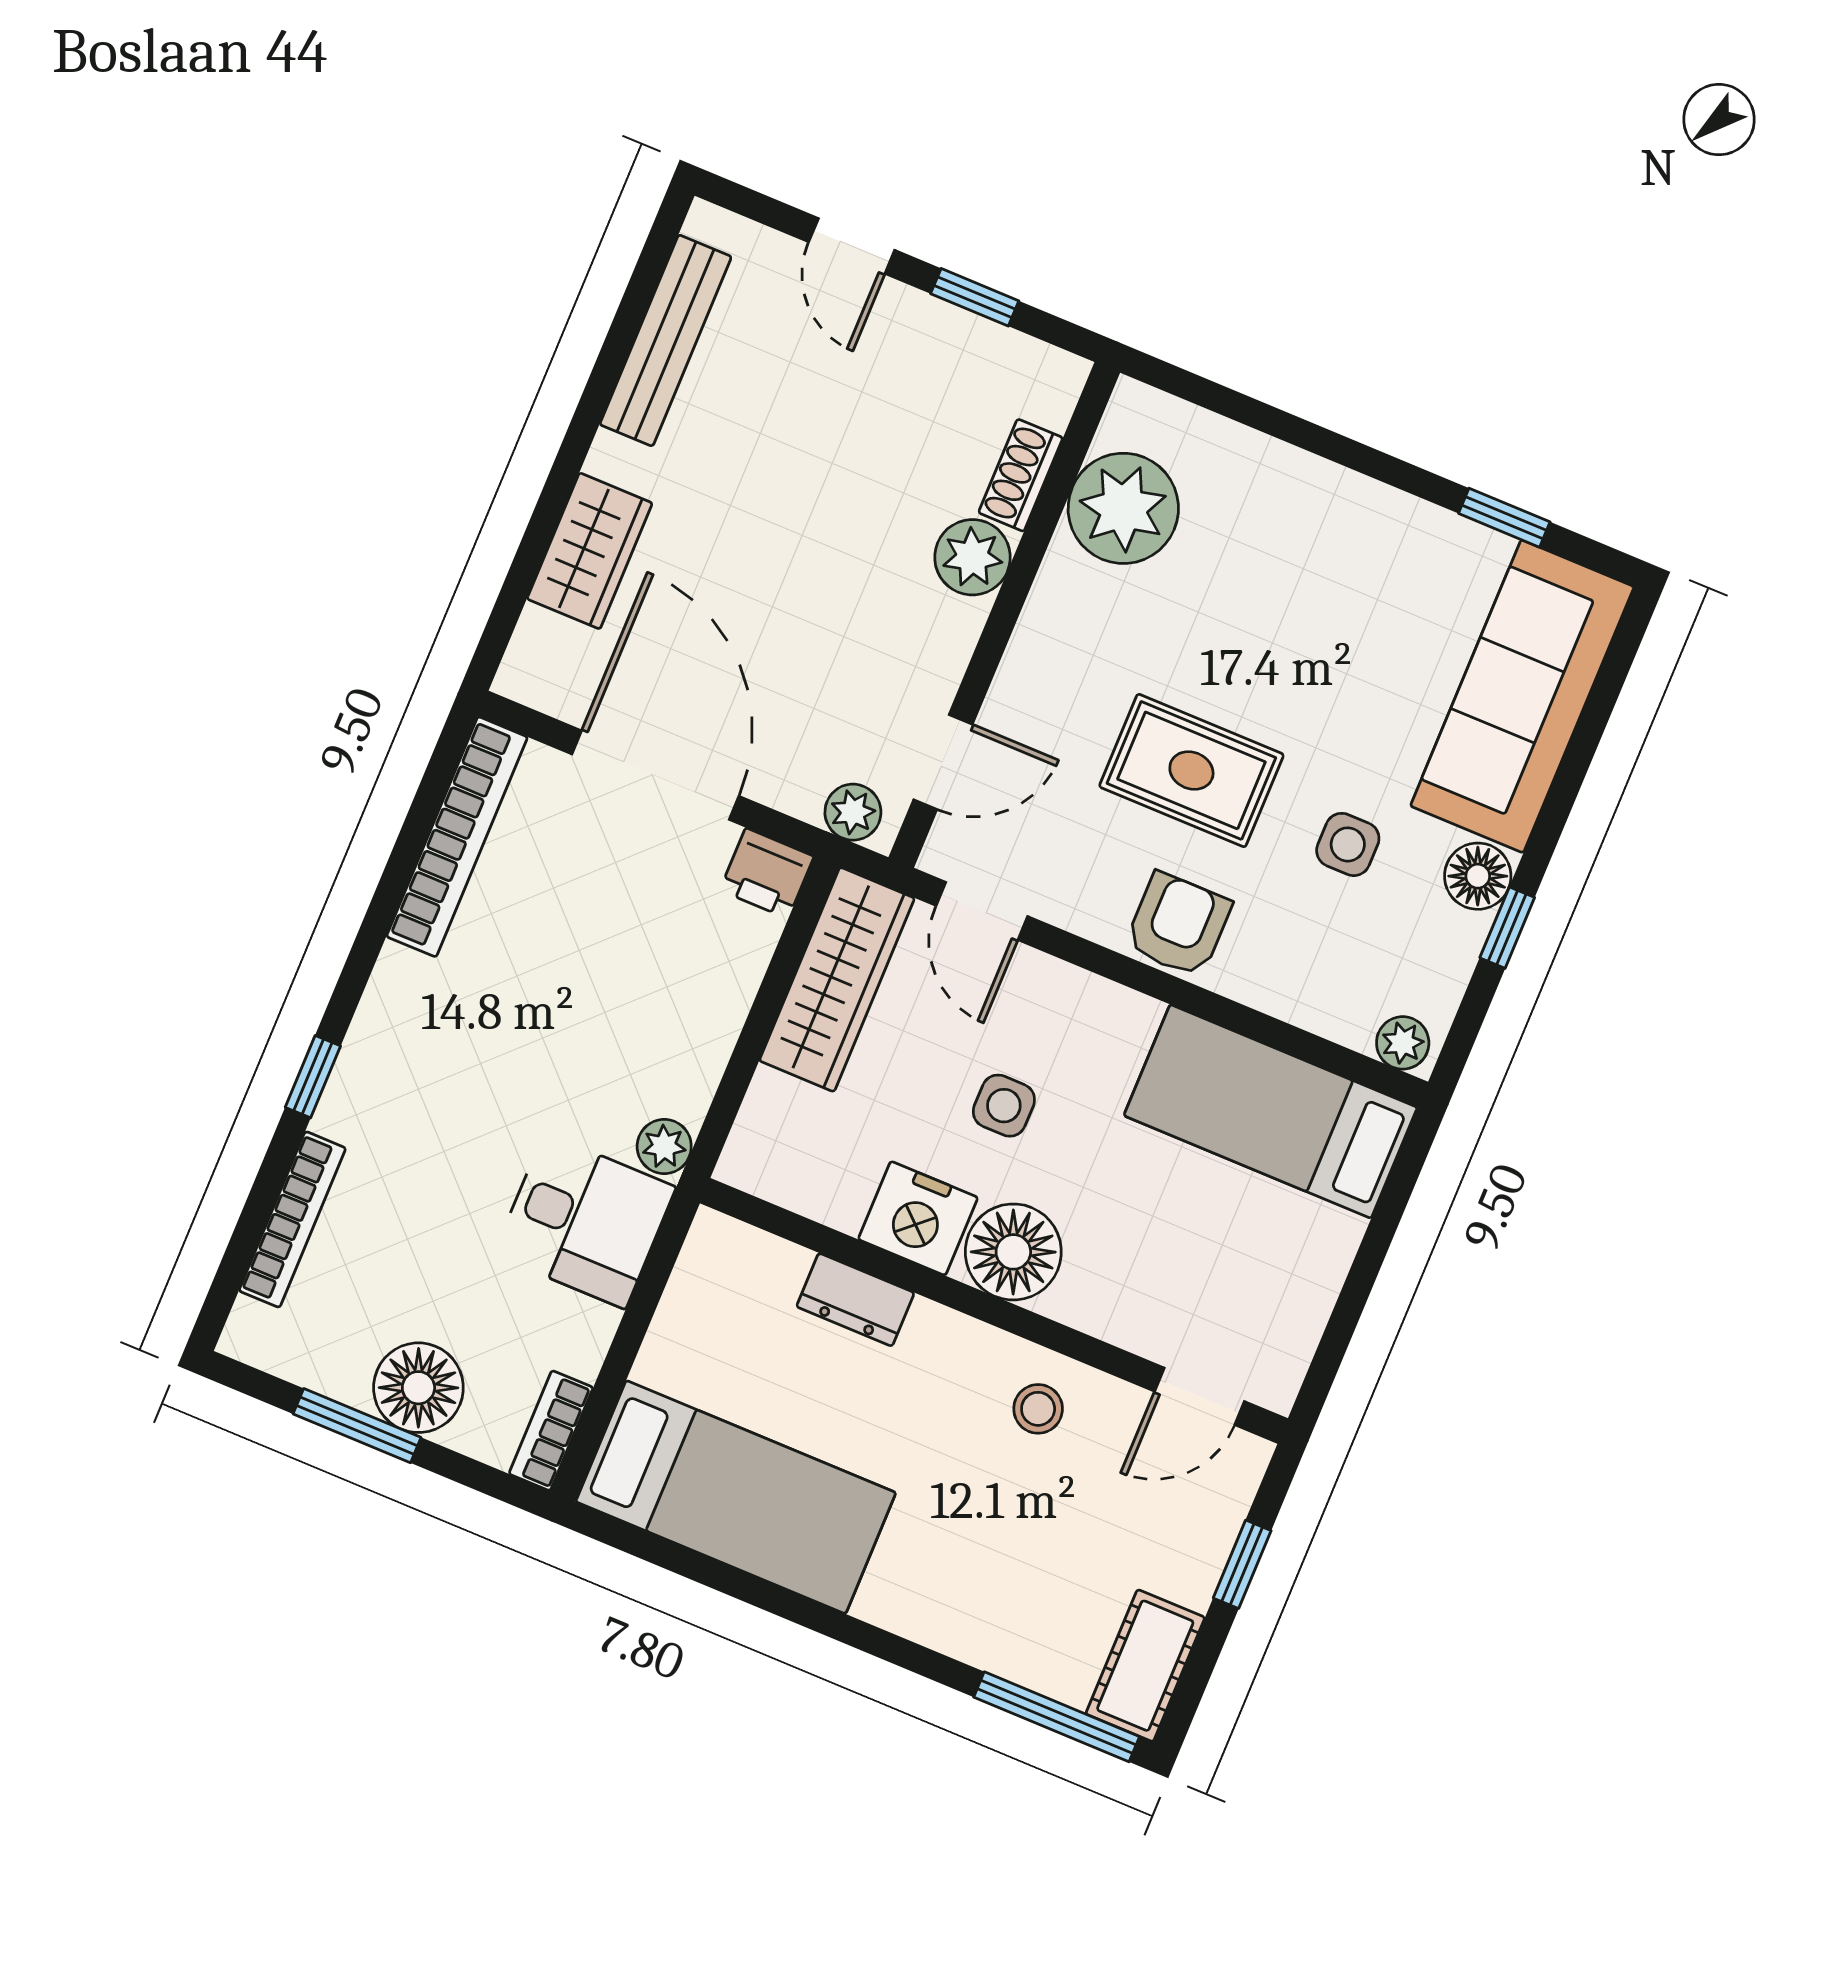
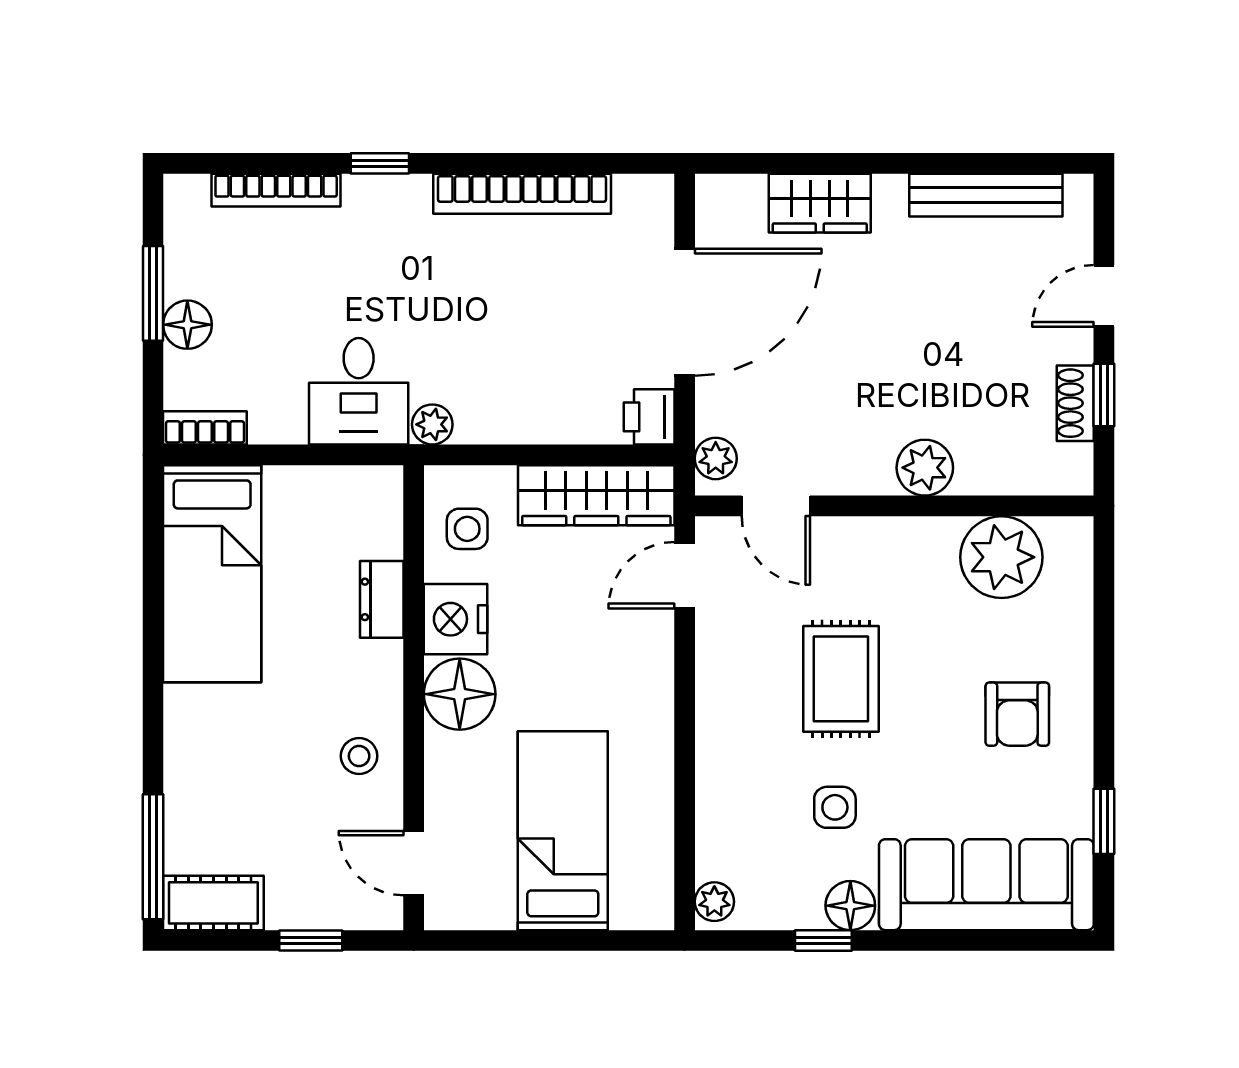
shoe rack: (1021, 475) -> (1075, 403), moved, turned -90
bookcase: (457, 837) -> (522, 194), moved
armchair: (1178, 925) -> (1017, 714), moved, turned 90
side table: (1004, 1106) -> (467, 529), moved
bed: (1271, 1111) -> (563, 831), moved
floor lamp: (418, 1388) -> (187, 325), width x0.73, depth x0.73

